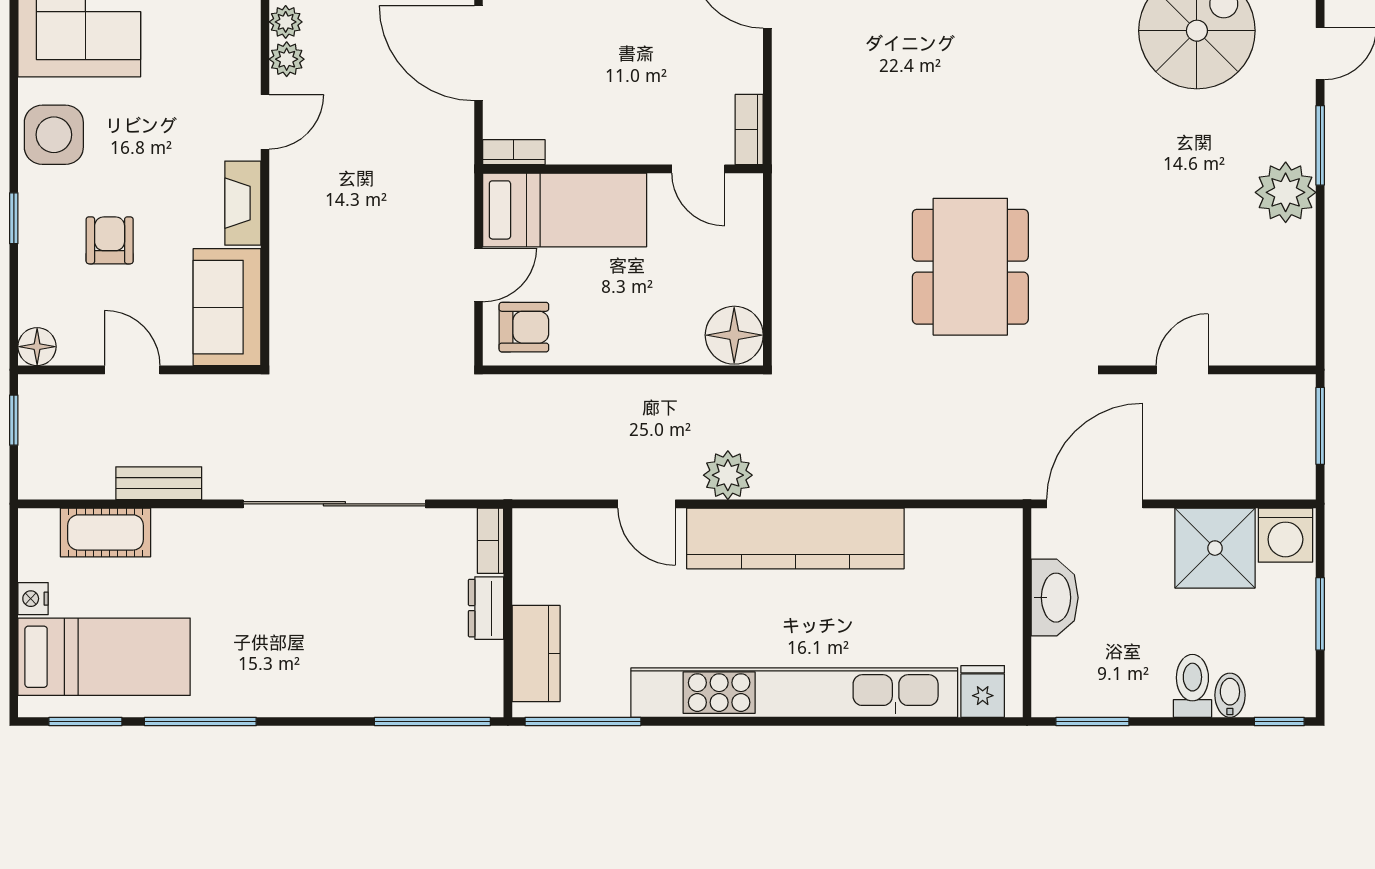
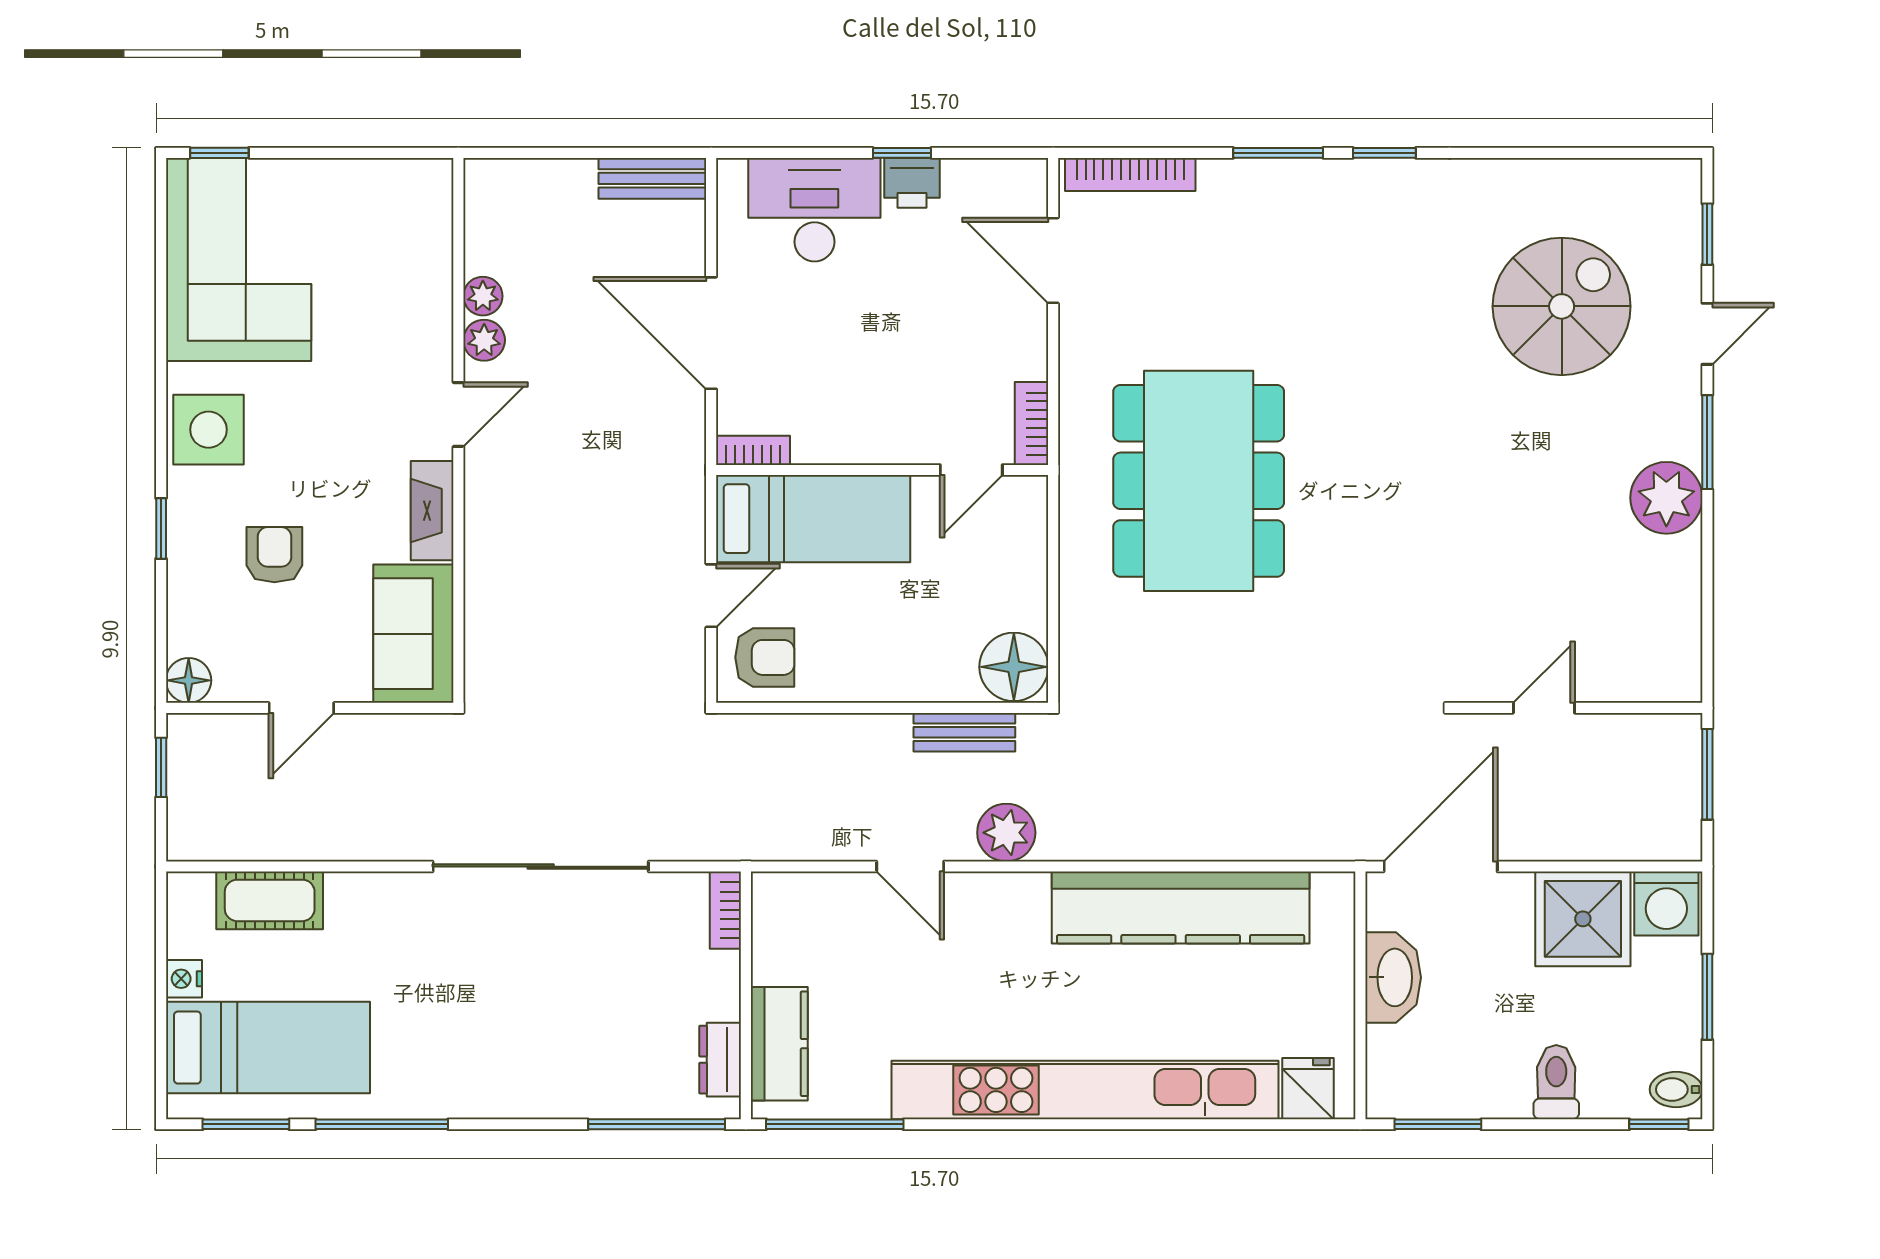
door: (698, 169) -> (971, 470), hinge flipped
dining table: (970, 267) -> (1199, 481), moved, width x1.36, depth x1.24
door: (132, 370) -> (301, 708), swing flipped
bench: (159, 483) -> (964, 732), moved
kitchen counter: (795, 538) -> (1181, 907), moved
dresser: (486, 608) -> (720, 1060), moved
bidet: (1230, 695) -> (1676, 1089), moved, turned -90

